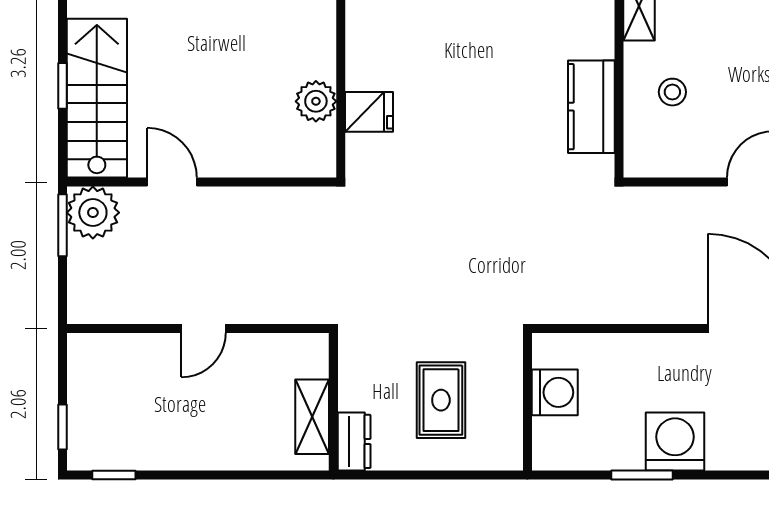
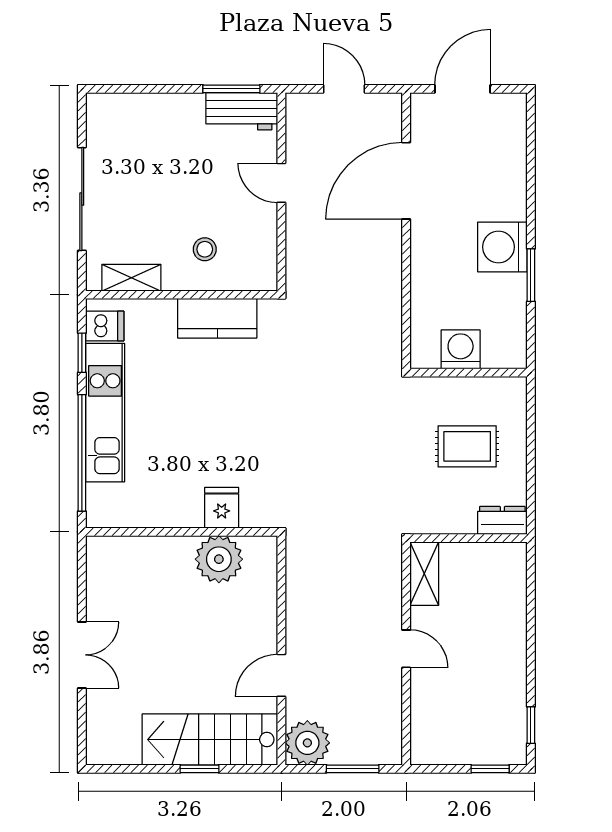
plant: (316, 101) -> (219, 559), width x1.36, depth x1.36
window: (62, 225) -> (353, 769), moved
shelving: (312, 417) -> (424, 574), moved, turned 90

